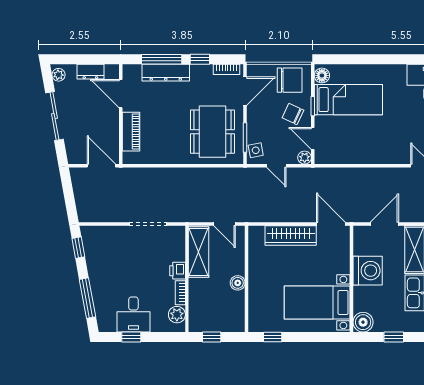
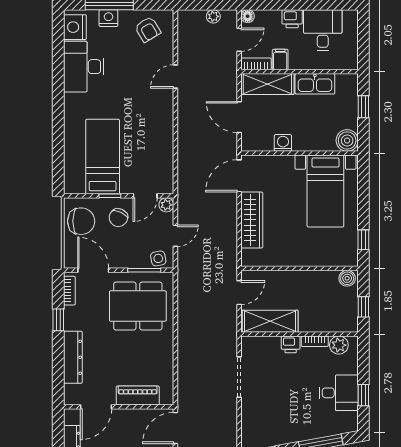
window: (162, 59) -> (58, 362), removed
floor lamp: (322, 75) -> (76, 186), removed
chair: (290, 80) -> (81, 221), turned 90
washing machine: (368, 271) -> (283, 143), width x0.53, depth x0.53
boiler: (238, 283) -> (347, 278), moved

